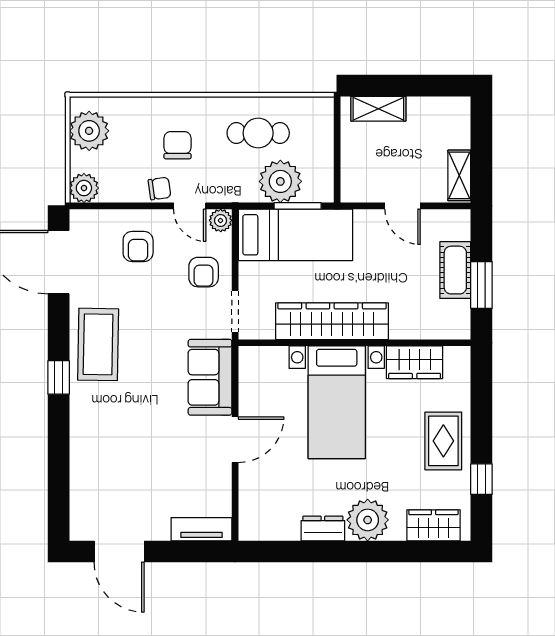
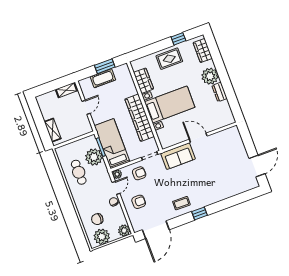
chair: (178, 145) -> (97, 219), moved
coffee table: (98, 344) -> (181, 203), width x0.54, depth x0.58
tv unit: (201, 529) -> (237, 138), removed

